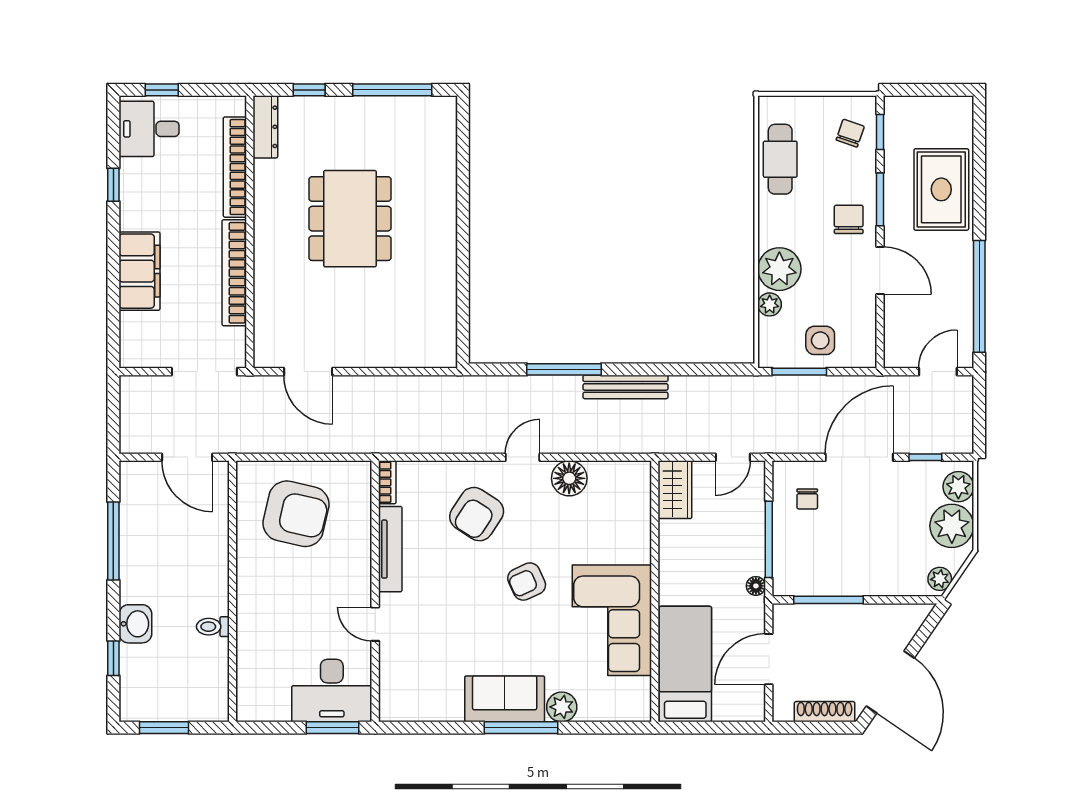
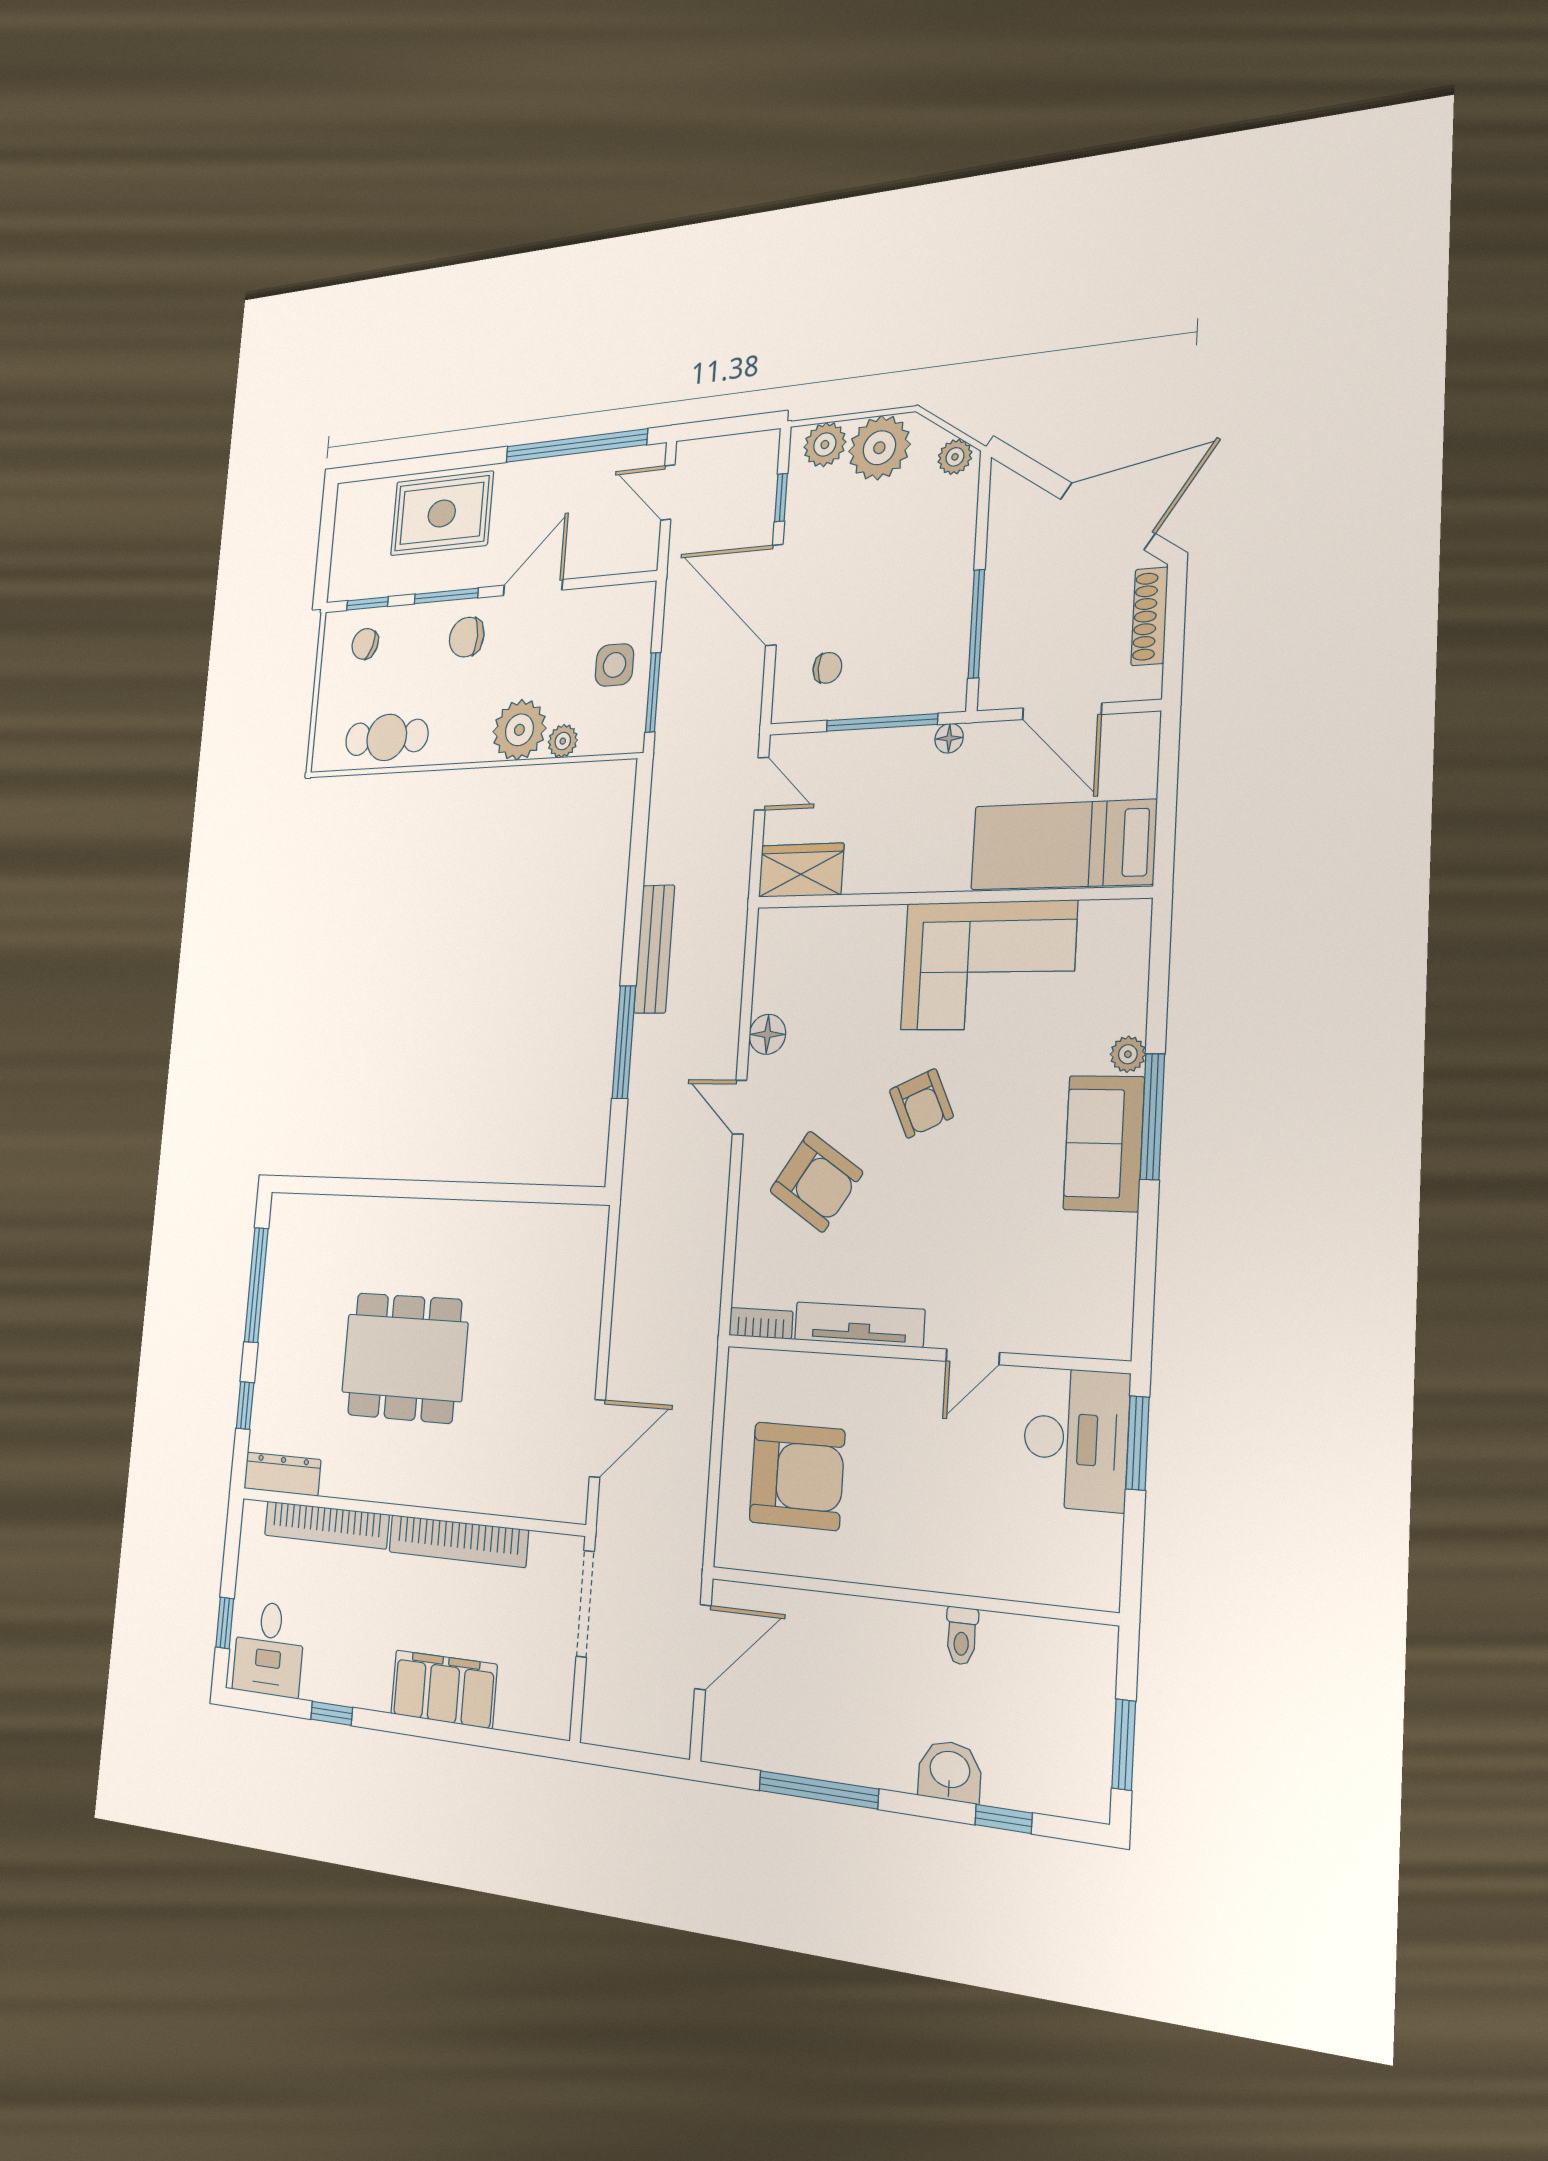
floor lamp: (569, 478) -> (767, 1034), width x0.73, depth x0.73
armchair: (296, 514) -> (797, 1476), turned 77
plant: (562, 707) -> (1128, 1054), width x0.73, depth x0.73

